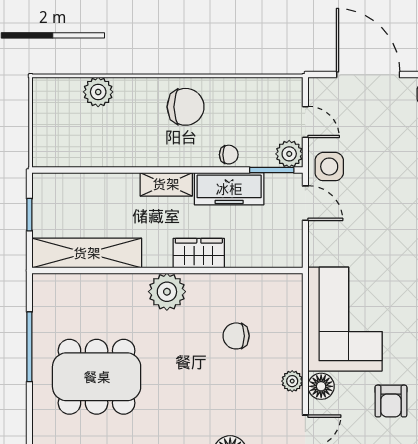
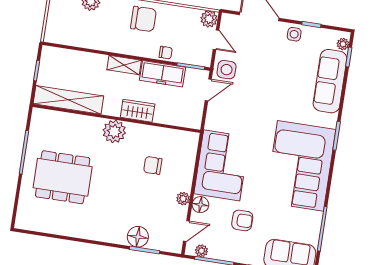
plant: (289, 154) -> (209, 19), moved
door: (305, 203) -> (208, 90), hinge flipped
armchair: (391, 401) -> (242, 220), turned -90

